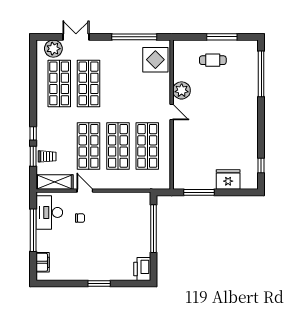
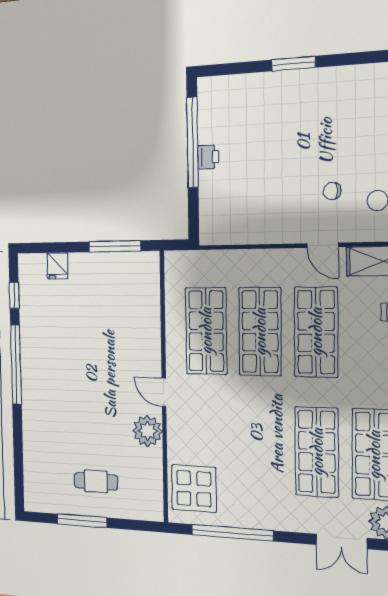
window: (261, 74) -> (16, 365), moved
fridge: (228, 180) -> (57, 266), width x0.53, depth x0.75
window: (153, 229) -> (192, 142), moved
printer: (142, 269) -> (208, 157), moved, width x0.53, depth x0.68

